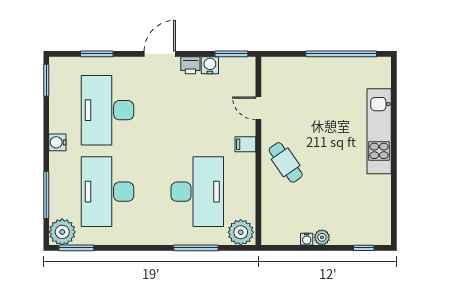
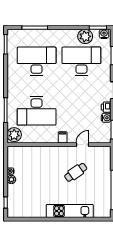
water cooler: (57, 142) -> (104, 34), moved
cafe table: (286, 162) -> (76, 172), moved
plant: (62, 232) -> (85, 36), moved

